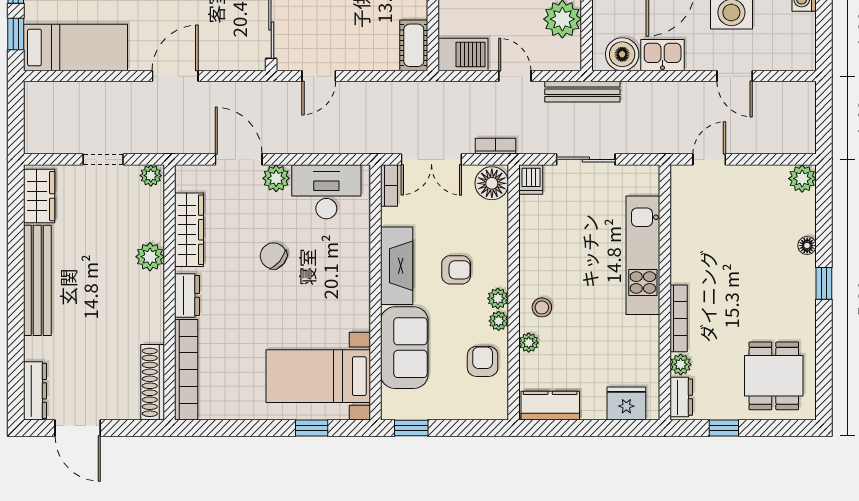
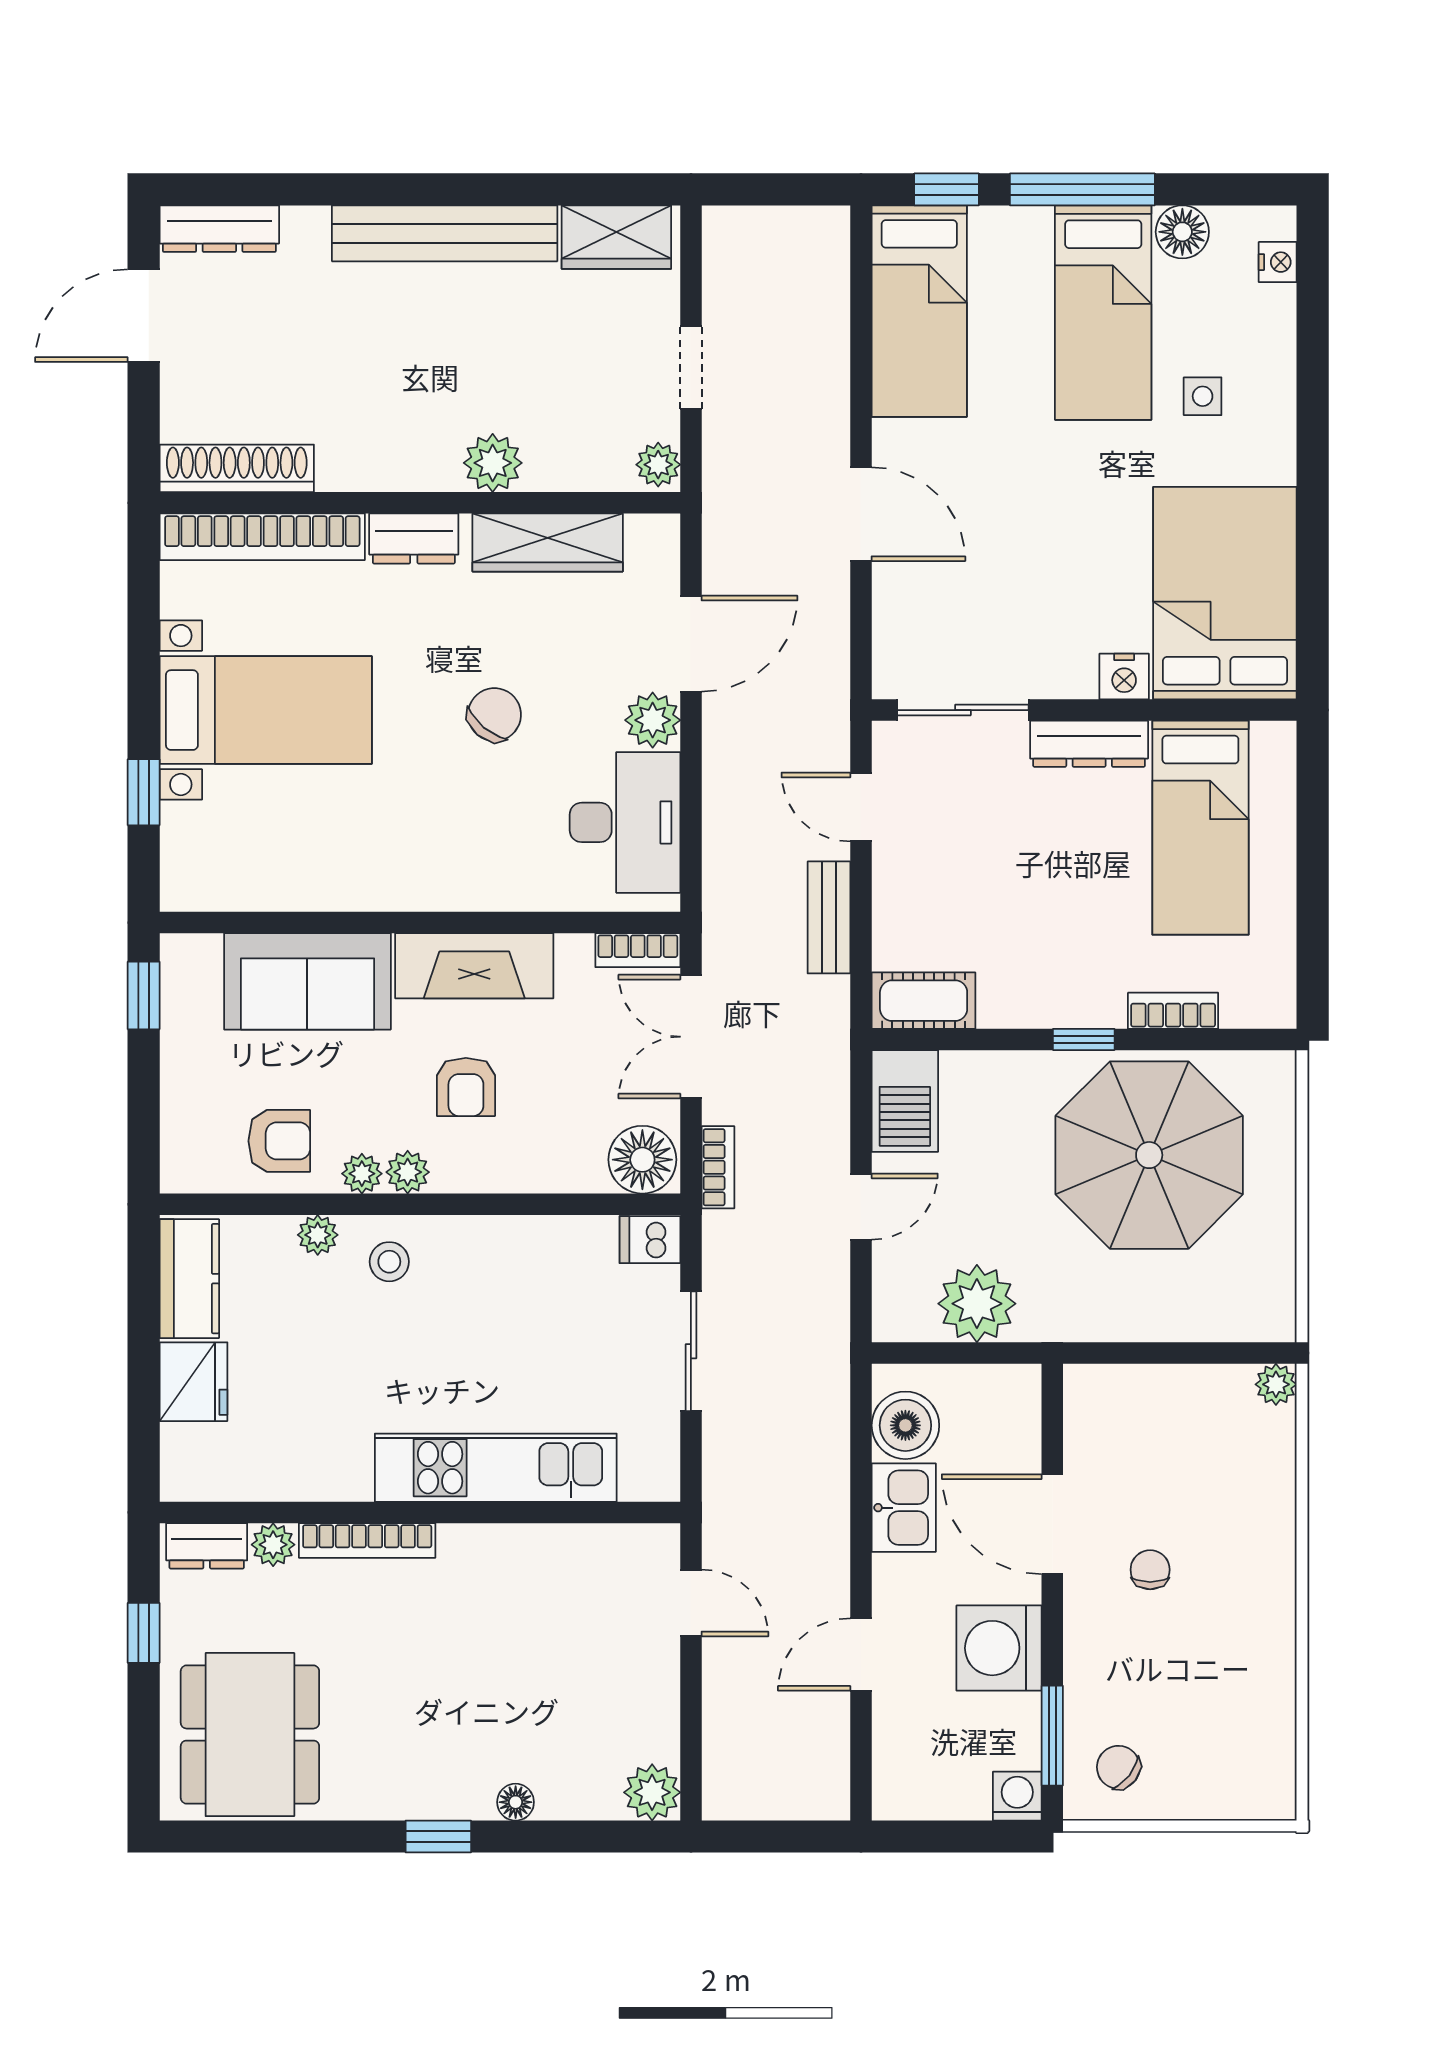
bench: (582, 92) -> (829, 917), moved, width x0.73
bed with nightstands: (318, 376) -> (266, 710), moved, turned 90
dining table: (774, 376) -> (250, 1735), width x1.38
fridge: (626, 404) -> (194, 1382), moved

